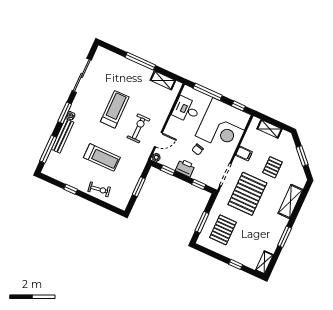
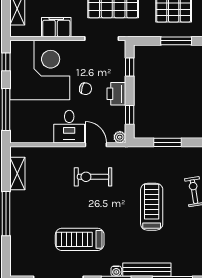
treadmill: (115, 109) -> (80, 239), moved
desk: (186, 110) -> (69, 127), moved
filing cabinet: (244, 153) -> (56, 27), width x2.00

